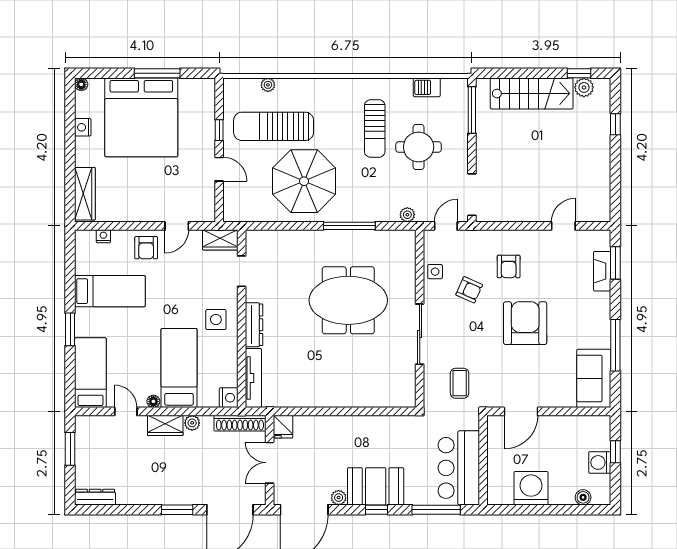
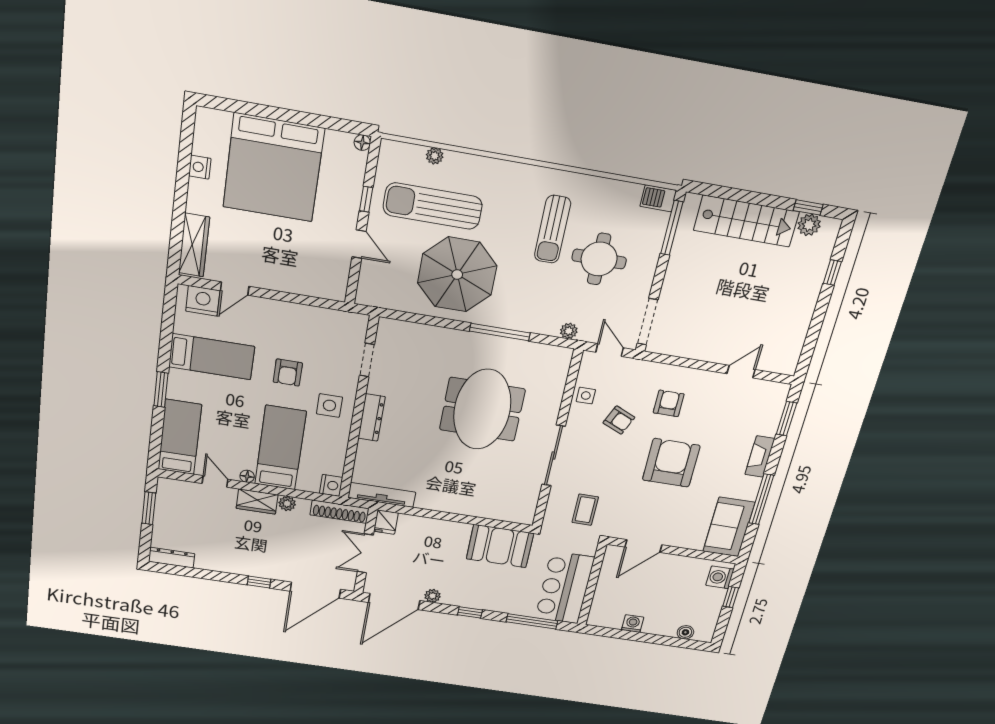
window: (157, 73) -> (300, 118), removed
floor lamp: (81, 84) -> (362, 143), moved
barbecue: (427, 87) -> (658, 198), moved
door: (177, 226) -> (235, 288), moved
door: (446, 226) -> (610, 350), hinge flipped
nightstand: (103, 236) -> (203, 301), width x1.89, depth x1.79
wardrobe: (220, 240) -> (348, 323), removed
armchair: (146, 248) -> (288, 373), moved
armchair: (509, 266) -> (669, 403), turned 180
fireplace: (602, 271) -> (760, 457), moved
meeting table: (348, 300) -> (482, 409), turned 90
tv unit: (253, 378) -> (382, 495), moved, turned -90
washing machine: (600, 462) -> (720, 577), moved
booth: (376, 486) -> (500, 546), moved
washing machine: (531, 488) -> (633, 624), width x0.53, depth x0.53
window: (177, 510) -> (259, 582), width x0.67

